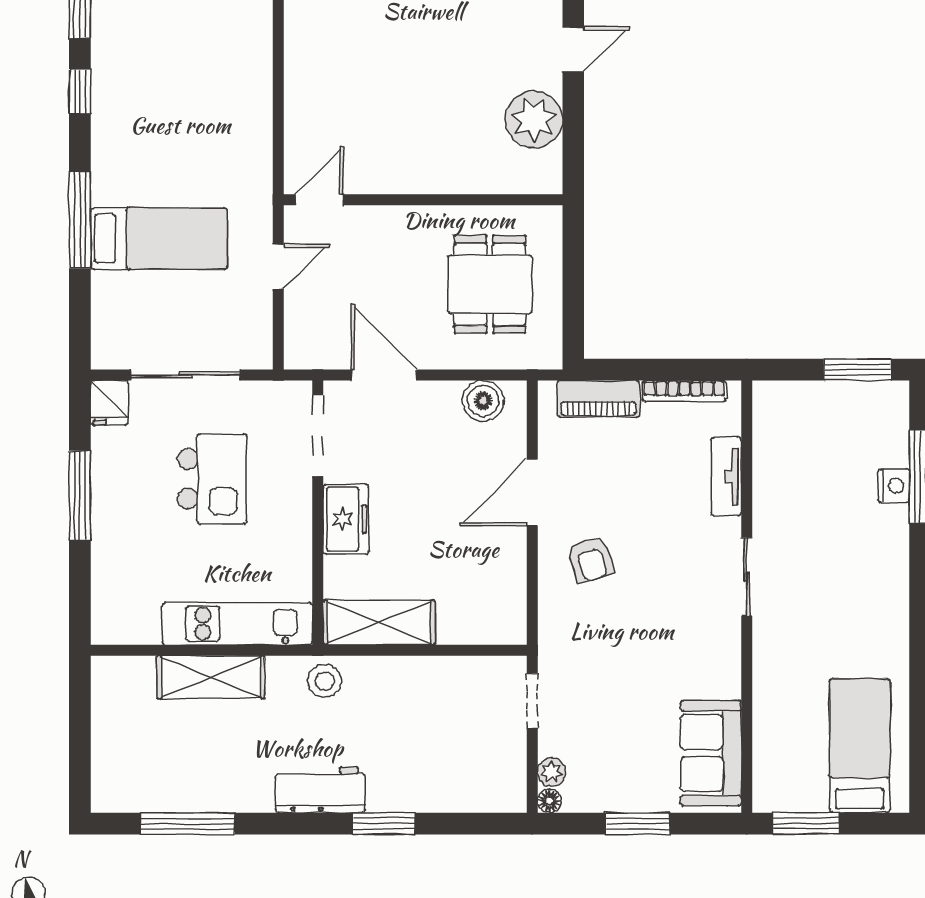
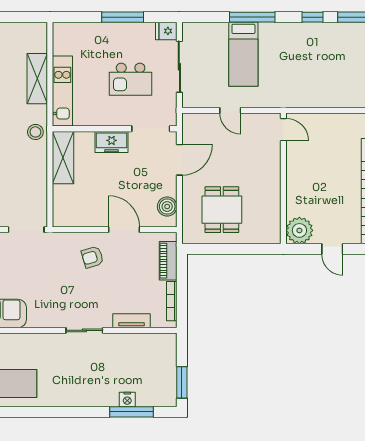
door: (320, 200) -> (283, 130), moved
wall: (423, 200) -> (283, 178), moved
dining table: (490, 284) -> (222, 210), turned 90
doorway: (532, 701) -> (26, 230), width x1.38

